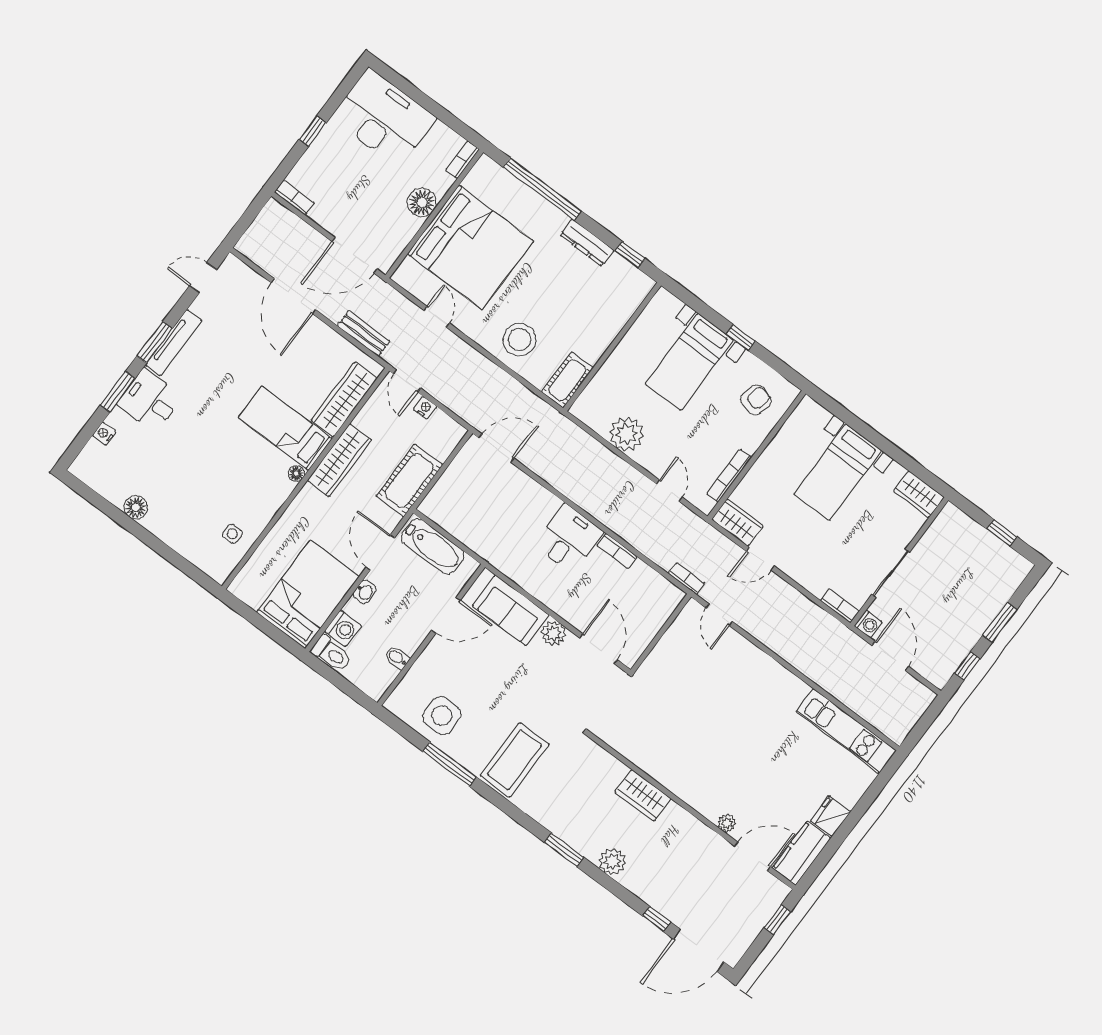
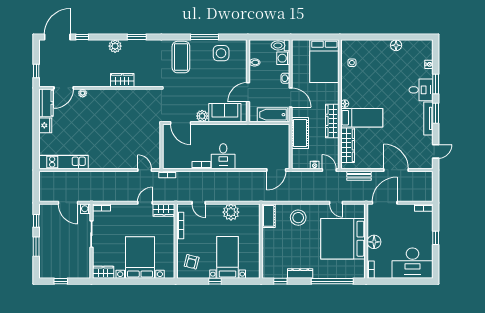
bed with nightstands: (838, 472) -> (140, 258), width x1.36
bed: (308, 594) -> (324, 61), moved

